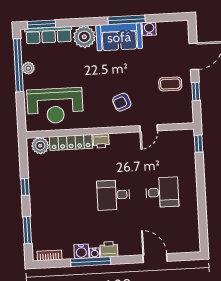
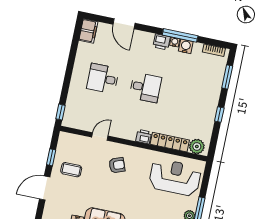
filing cabinet: (192, 240) -> (88, 31), added

